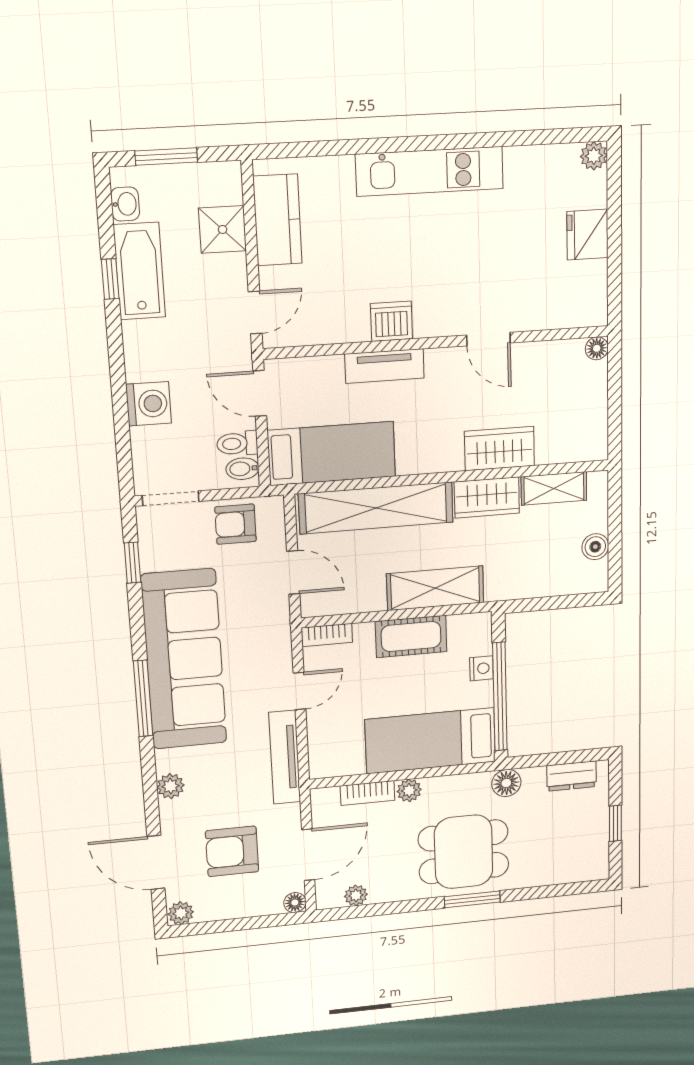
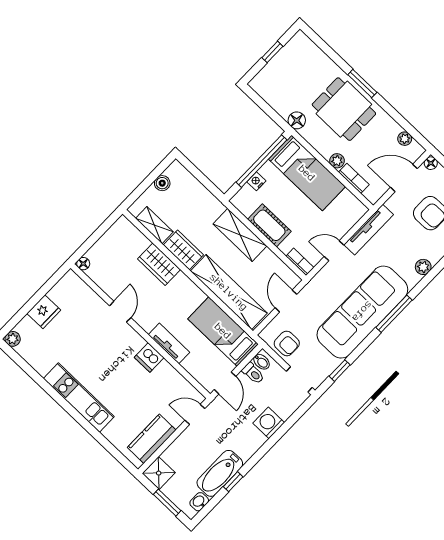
shower: (223, 229) -> (159, 473), moved
dresser: (572, 776) -> (269, 94), removed

